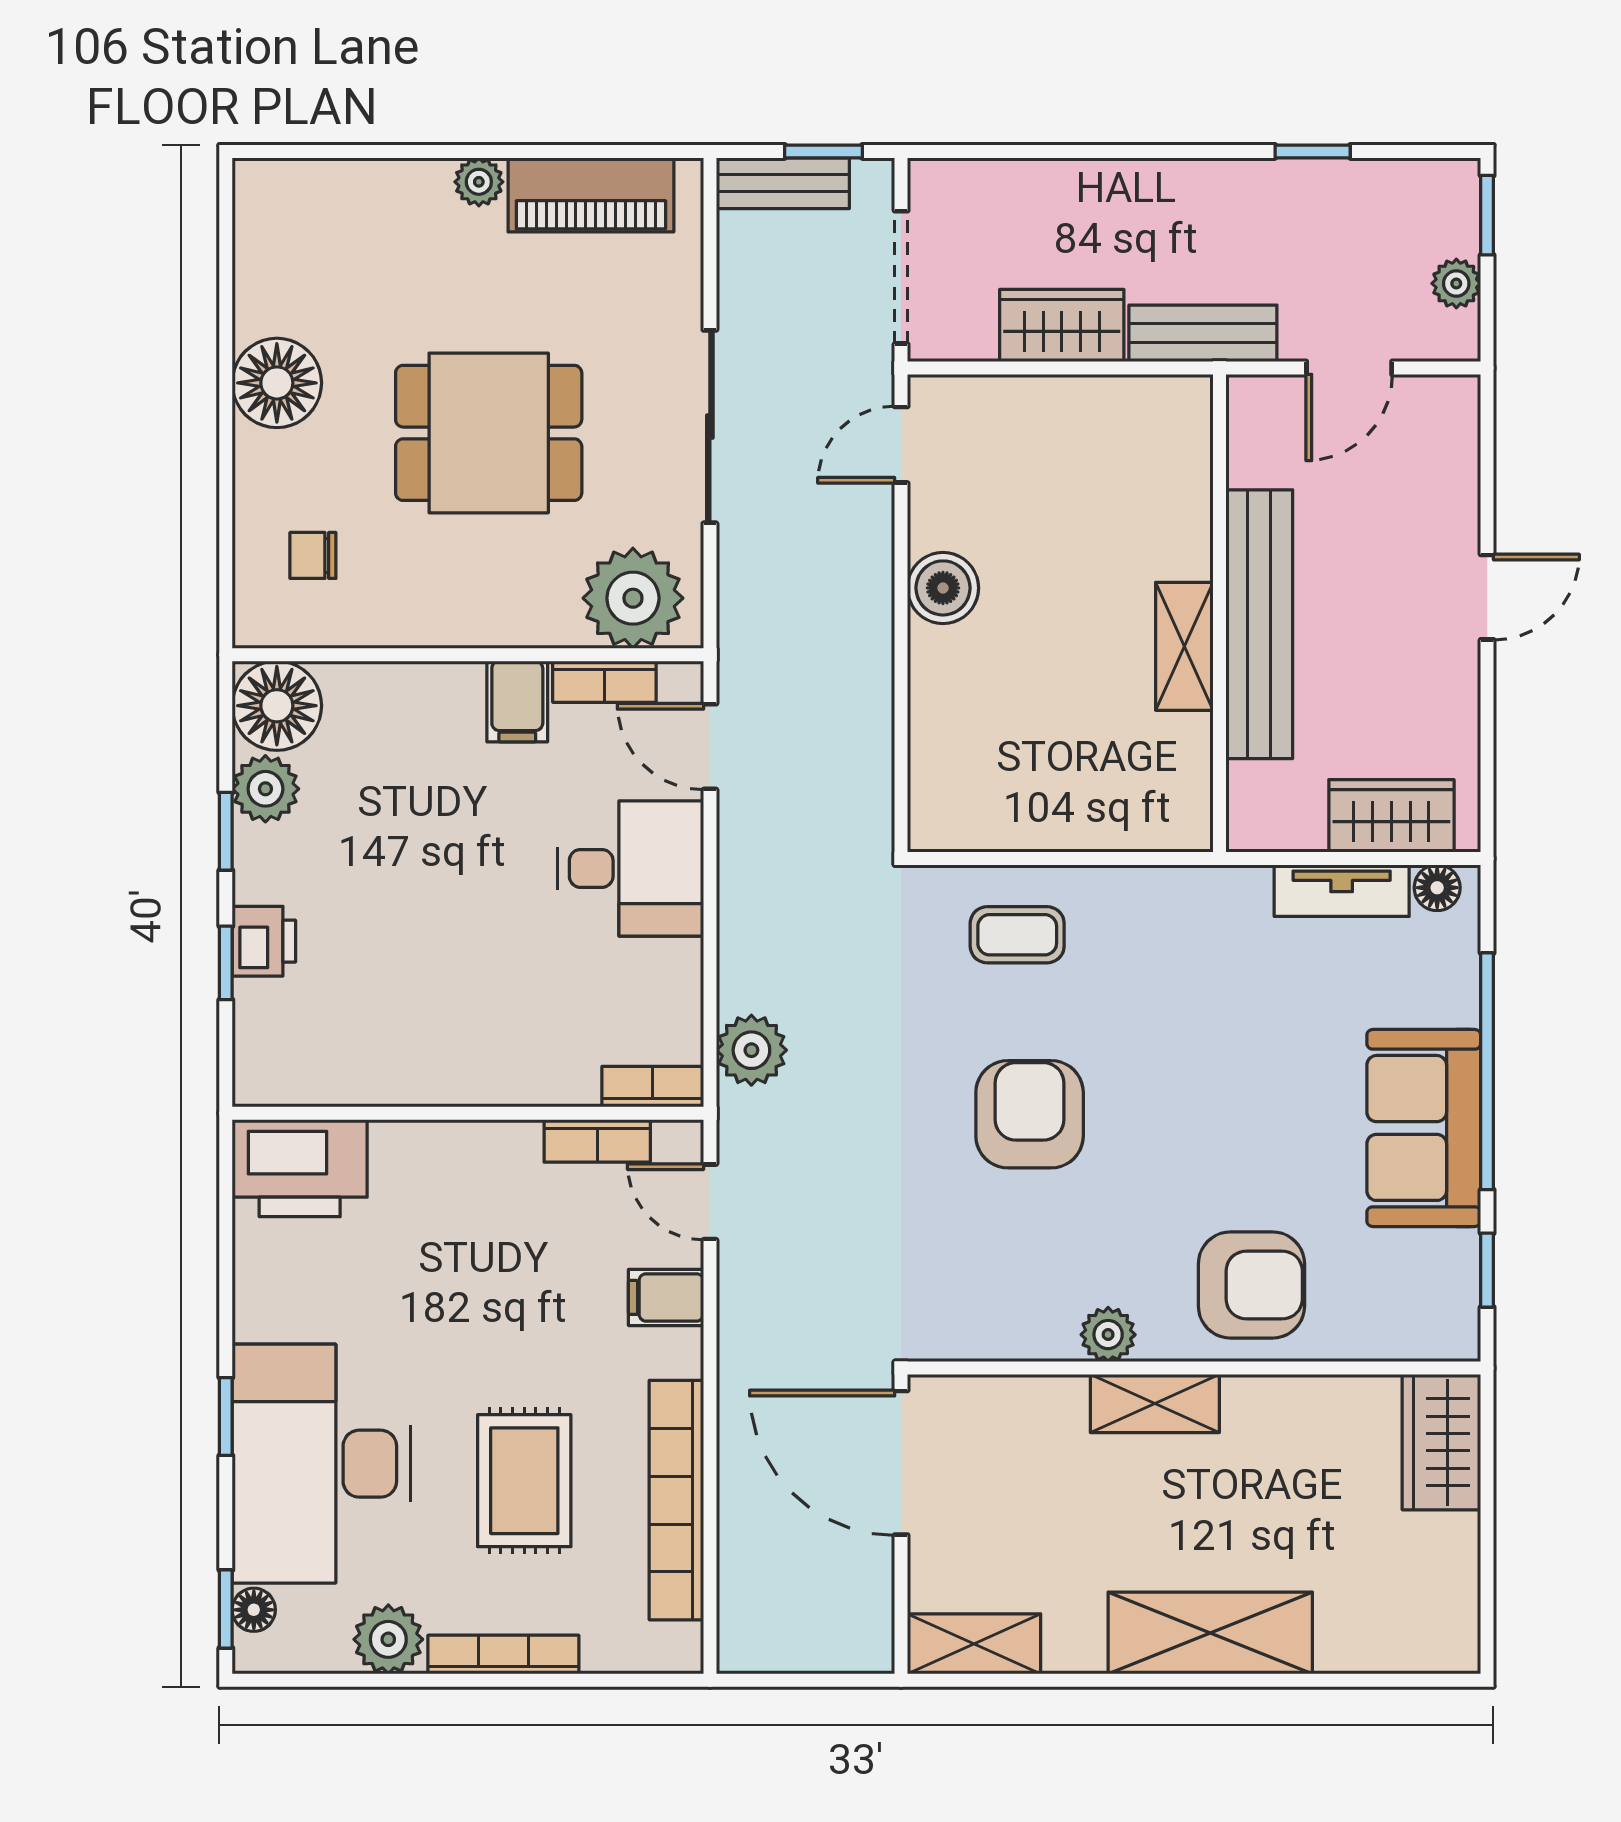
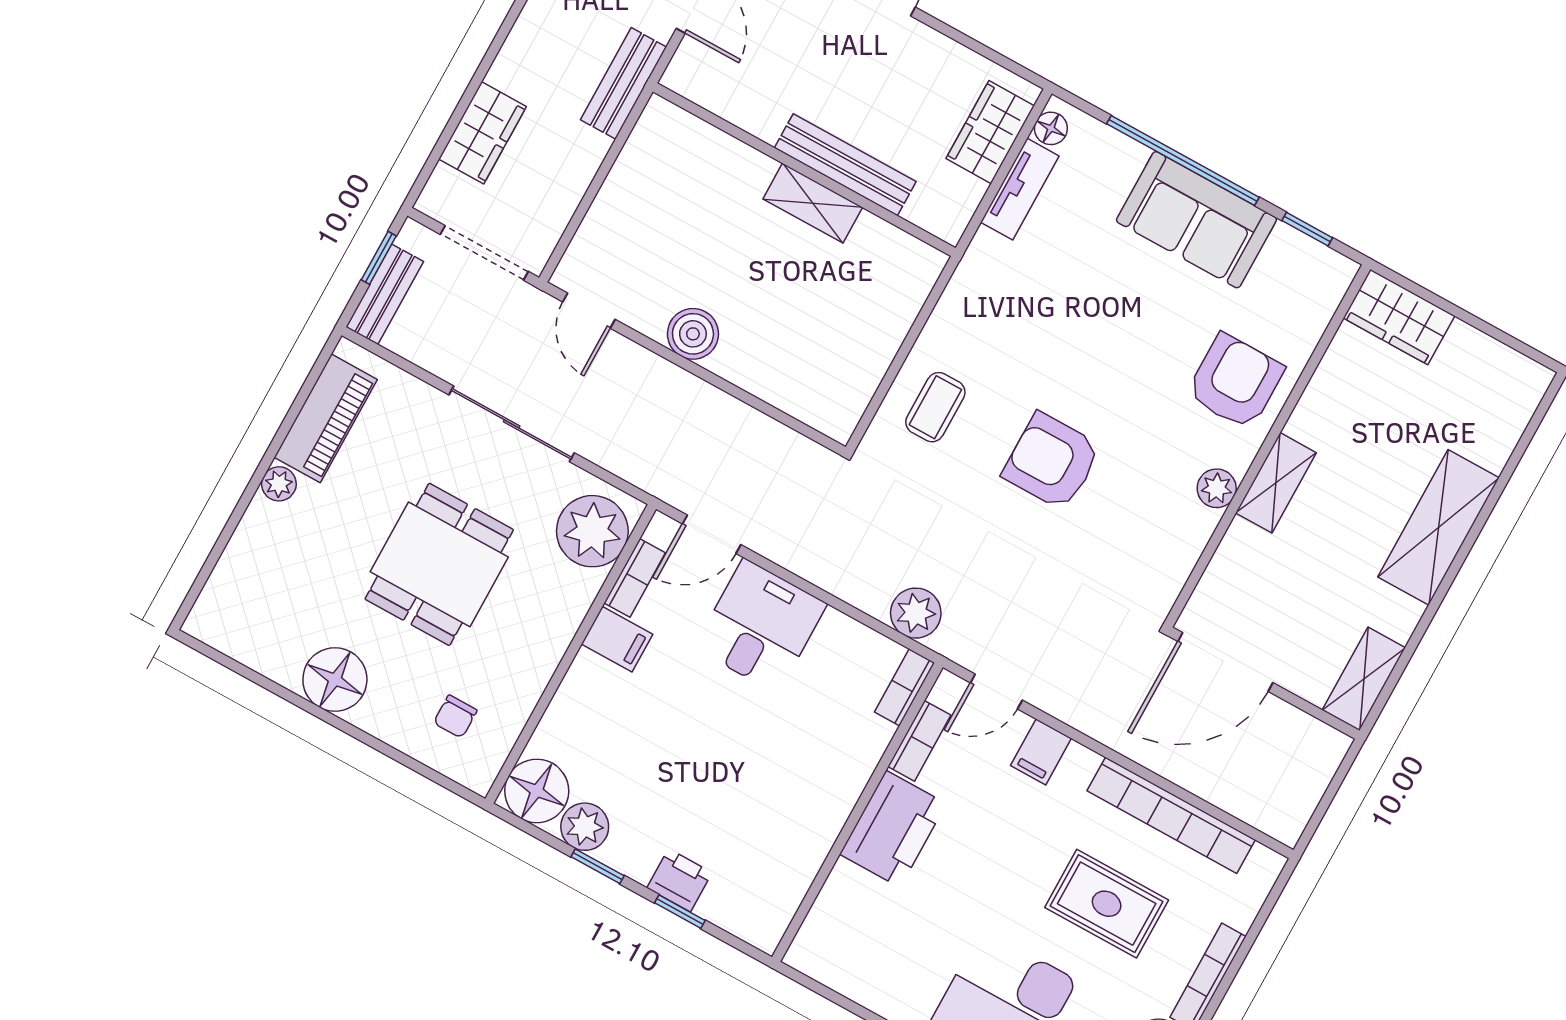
wardrobe: (1062, 326) -> (482, 133), moved, turned 180
bench: (1259, 624) -> (845, 165), width x0.73, depth x0.82
printer: (300, 1168) -> (893, 829), moved

